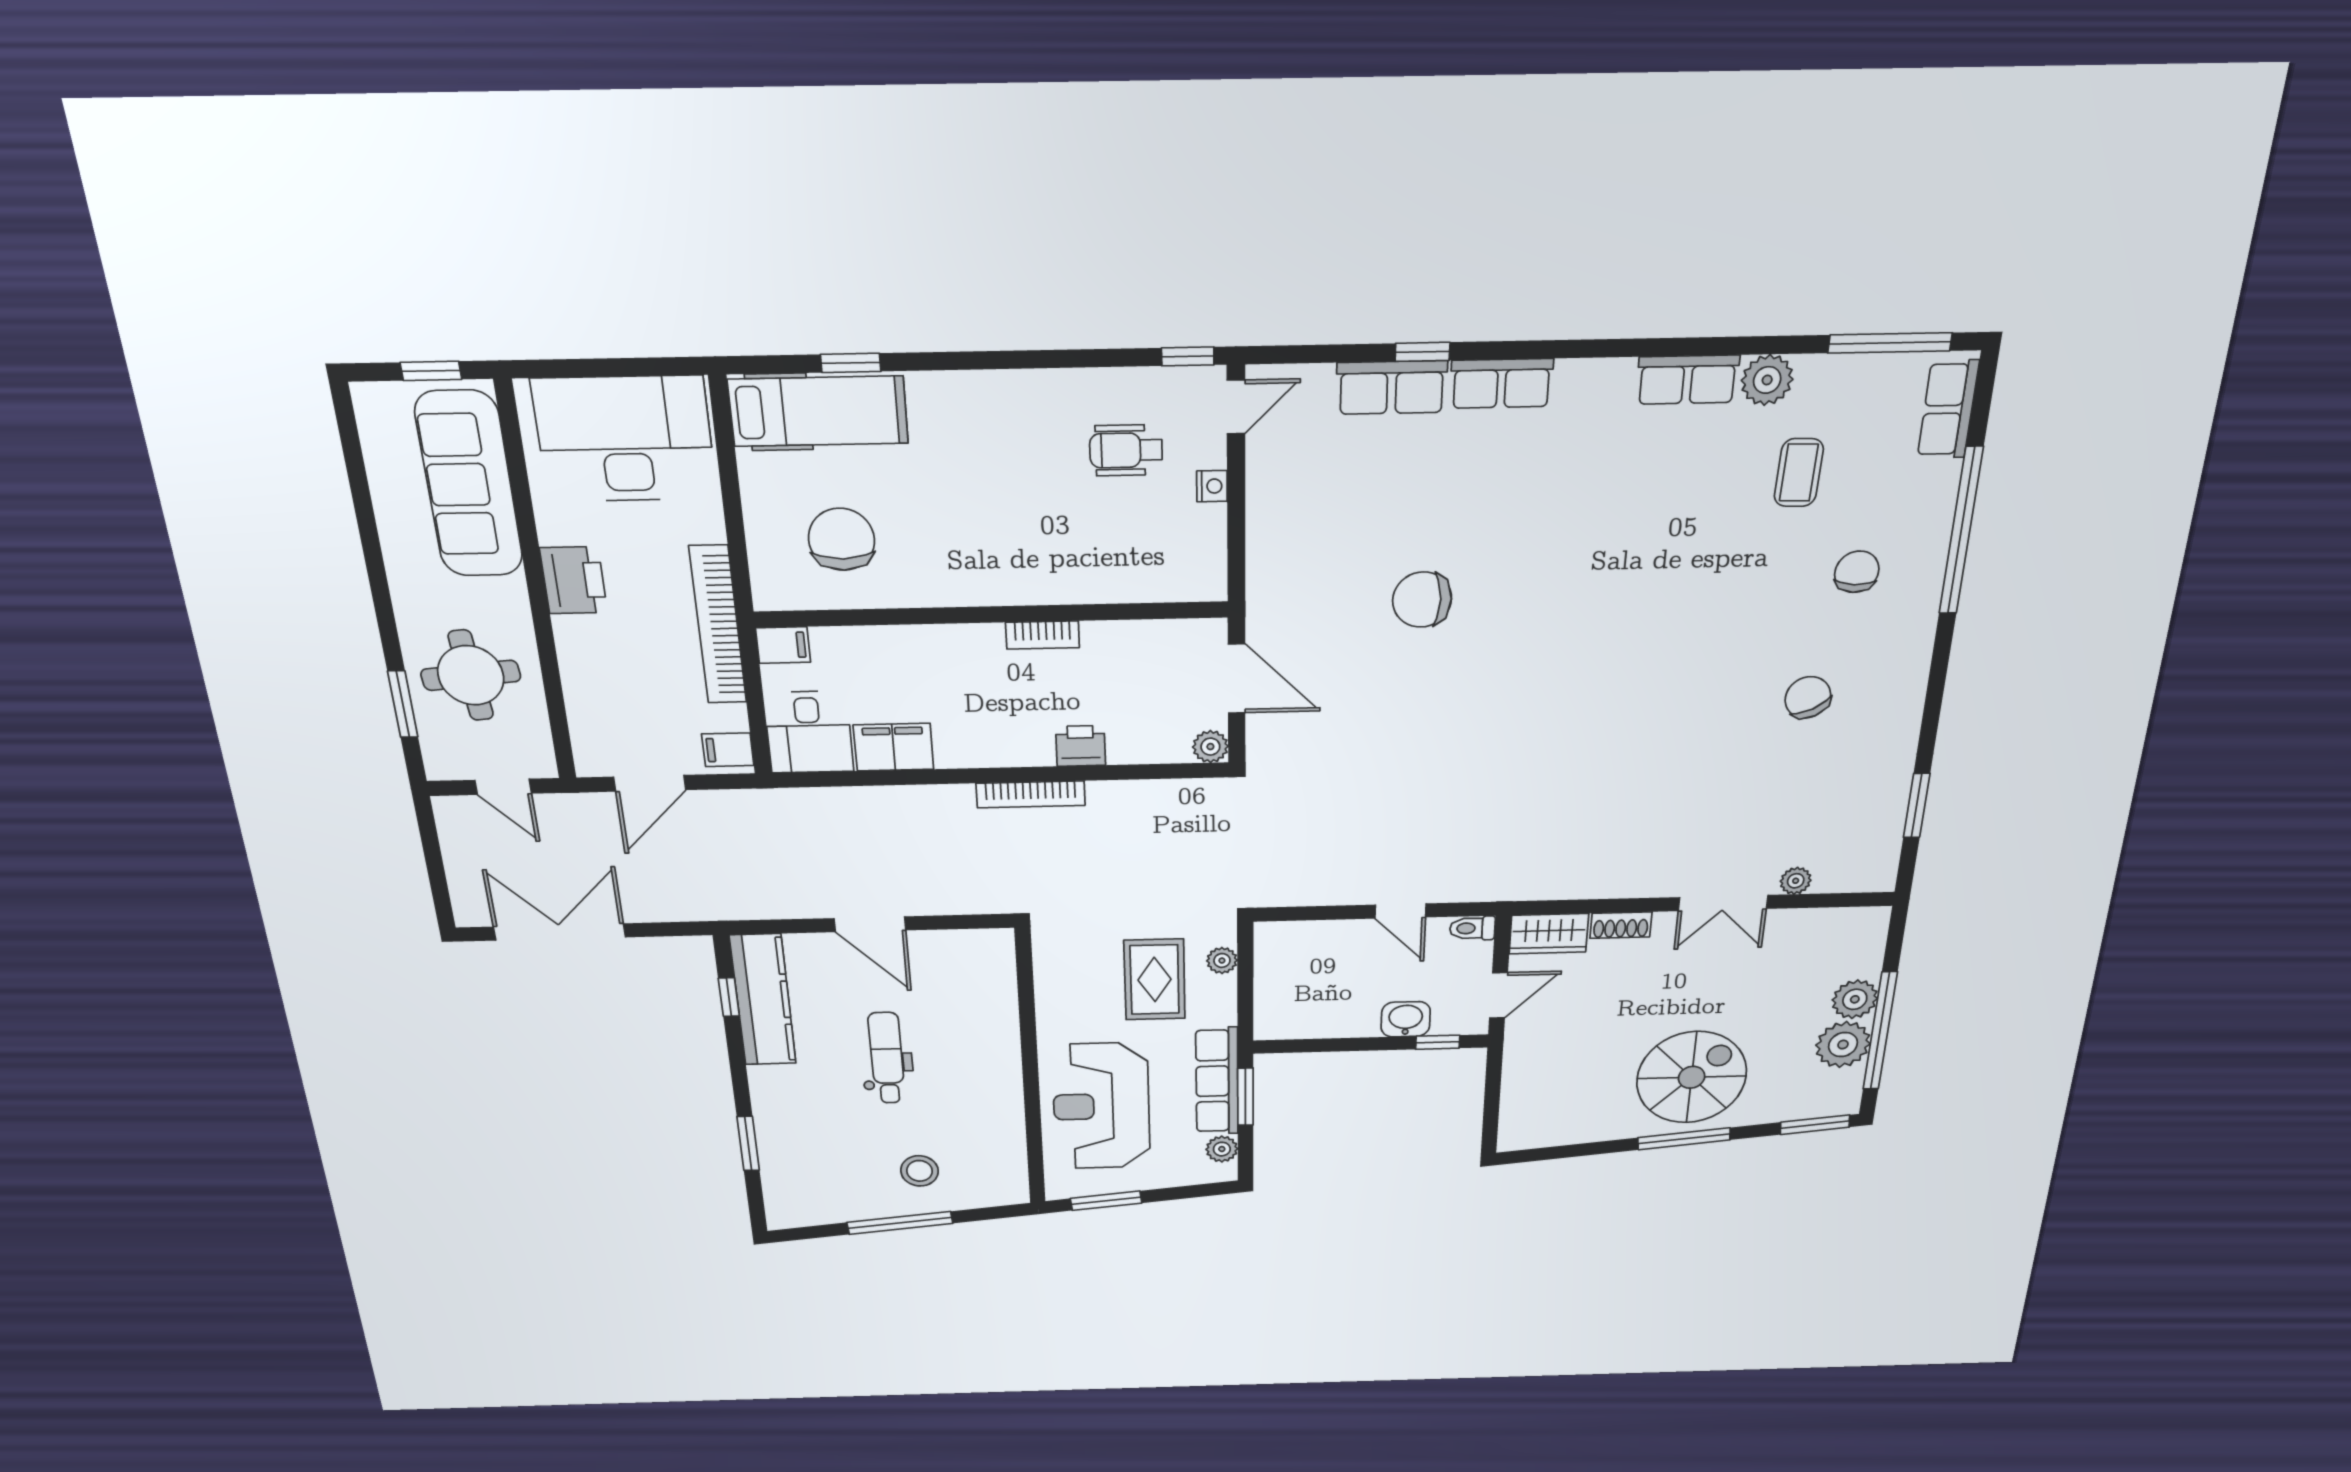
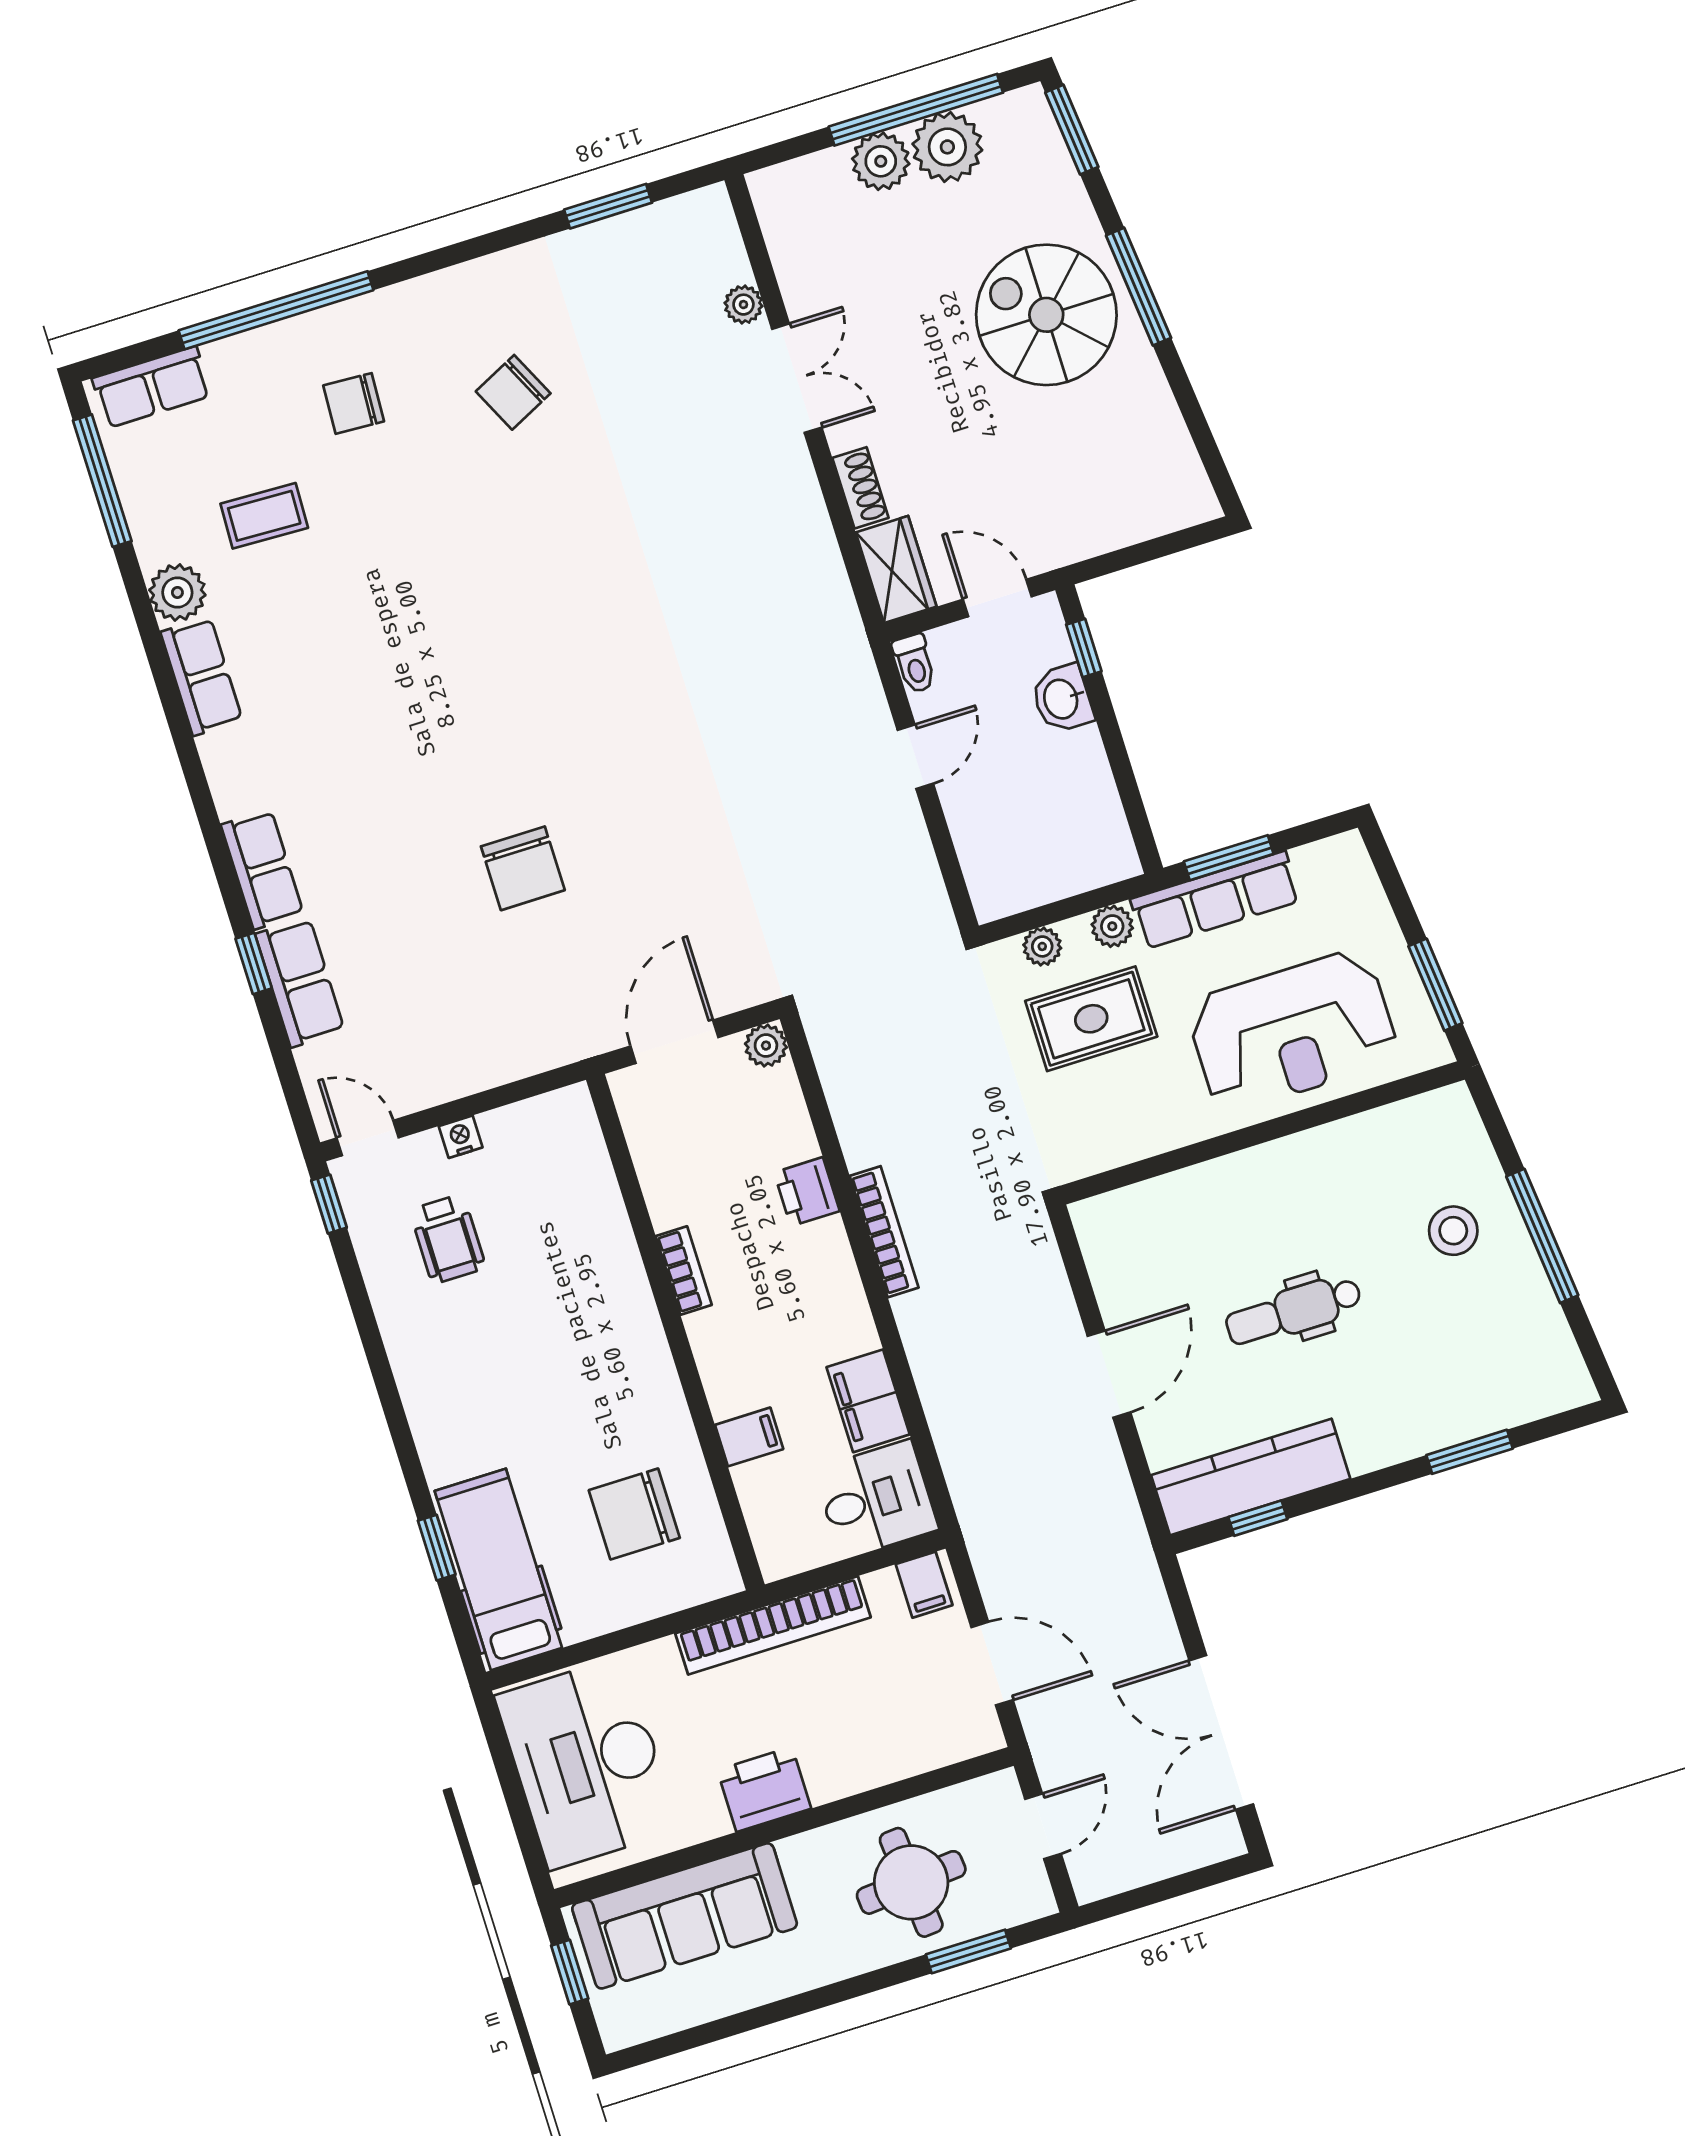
filing cabinet: (783, 645) -> (749, 1437), moved, turned 90
plant: (1222, 1149) -> (1112, 926), moved

